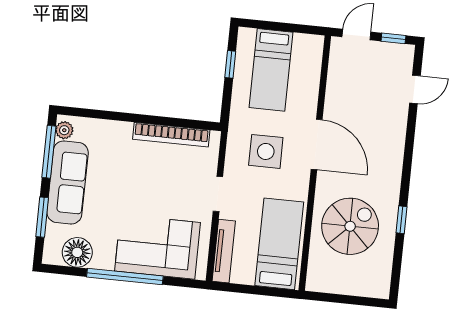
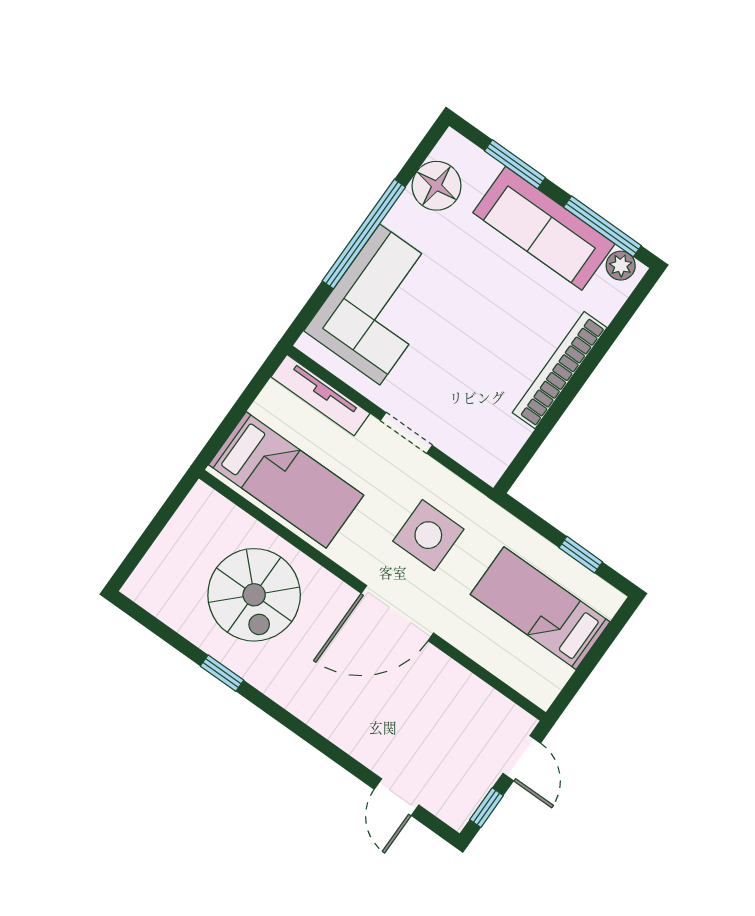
bookcase: (171, 135) -> (560, 370), moved

